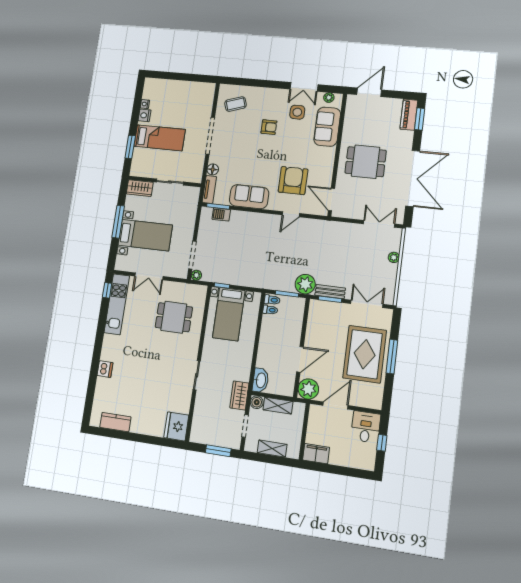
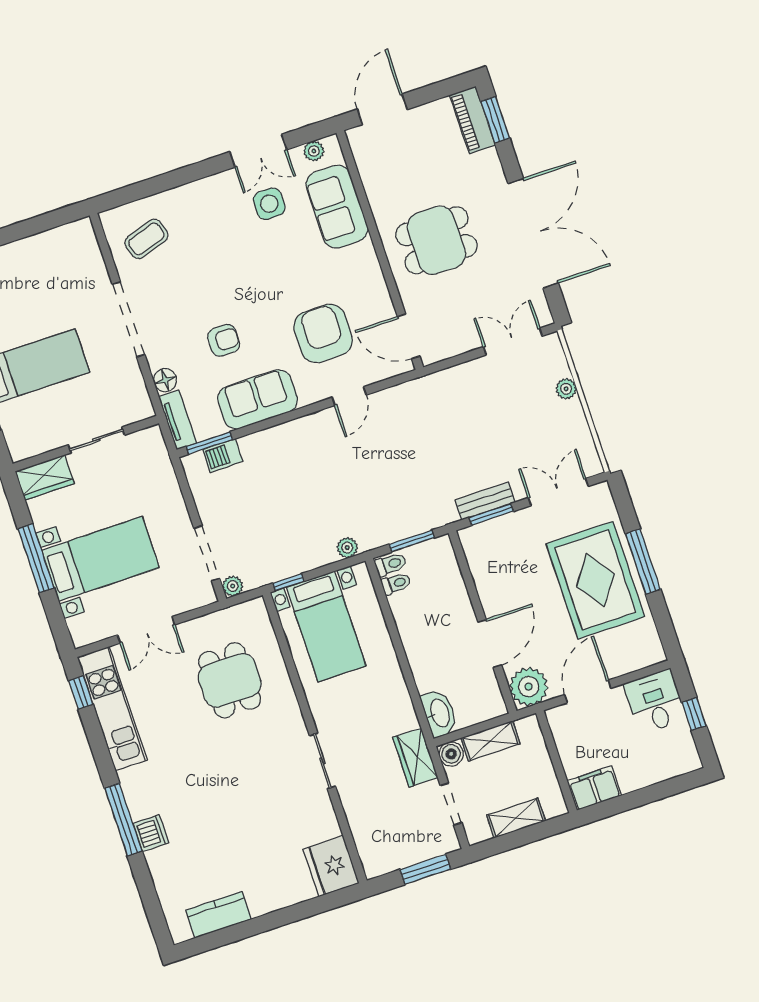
armchair: (269, 127) -> (224, 340), moved
plant: (305, 284) -> (347, 548), moved, width x0.53, depth x0.53
dining table: (174, 317) -> (230, 680), turned 90
window: (96, 357) -> (123, 820), added

